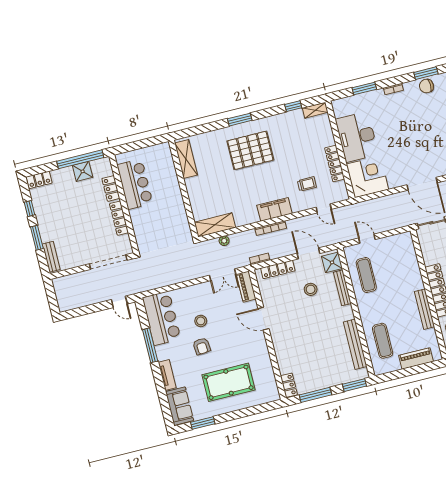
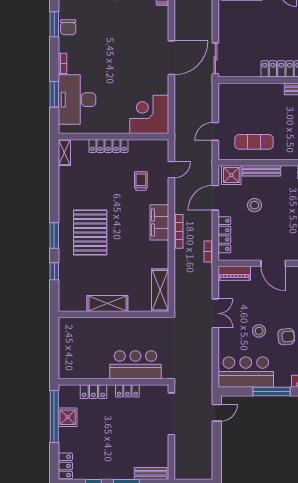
window: (293, 106) -> (54, 271), moved
desk: (357, 137) -> (77, 100), moved, turned 90
shelving: (186, 159) -> (107, 303), moved
locker: (335, 164) -> (108, 146), moved
bar counter: (135, 184) -> (135, 365), moved
locker: (119, 218) -> (127, 391), width x0.66
plant: (224, 241) -> (180, 285), removed
double door: (223, 275) -> (215, 313), moved
door: (263, 319) -> (273, 263), hinge flipped

